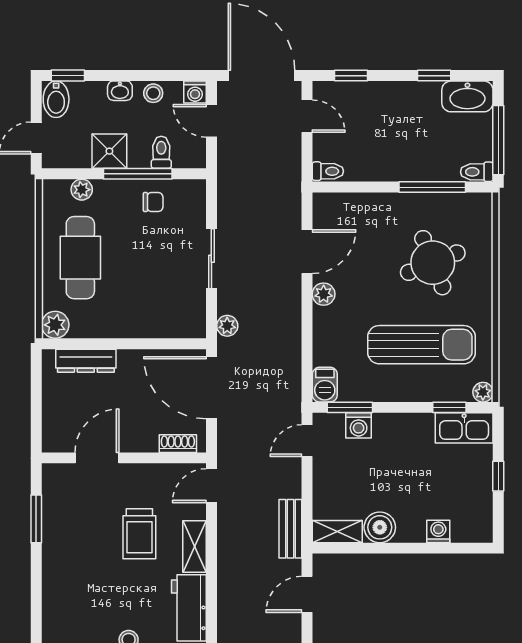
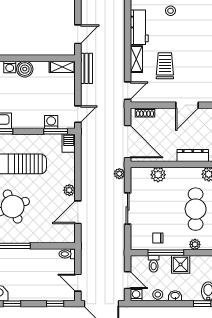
plant: (153, 324) -> (158, 175), added
boiler: (380, 527) -> (25, 69), moved

